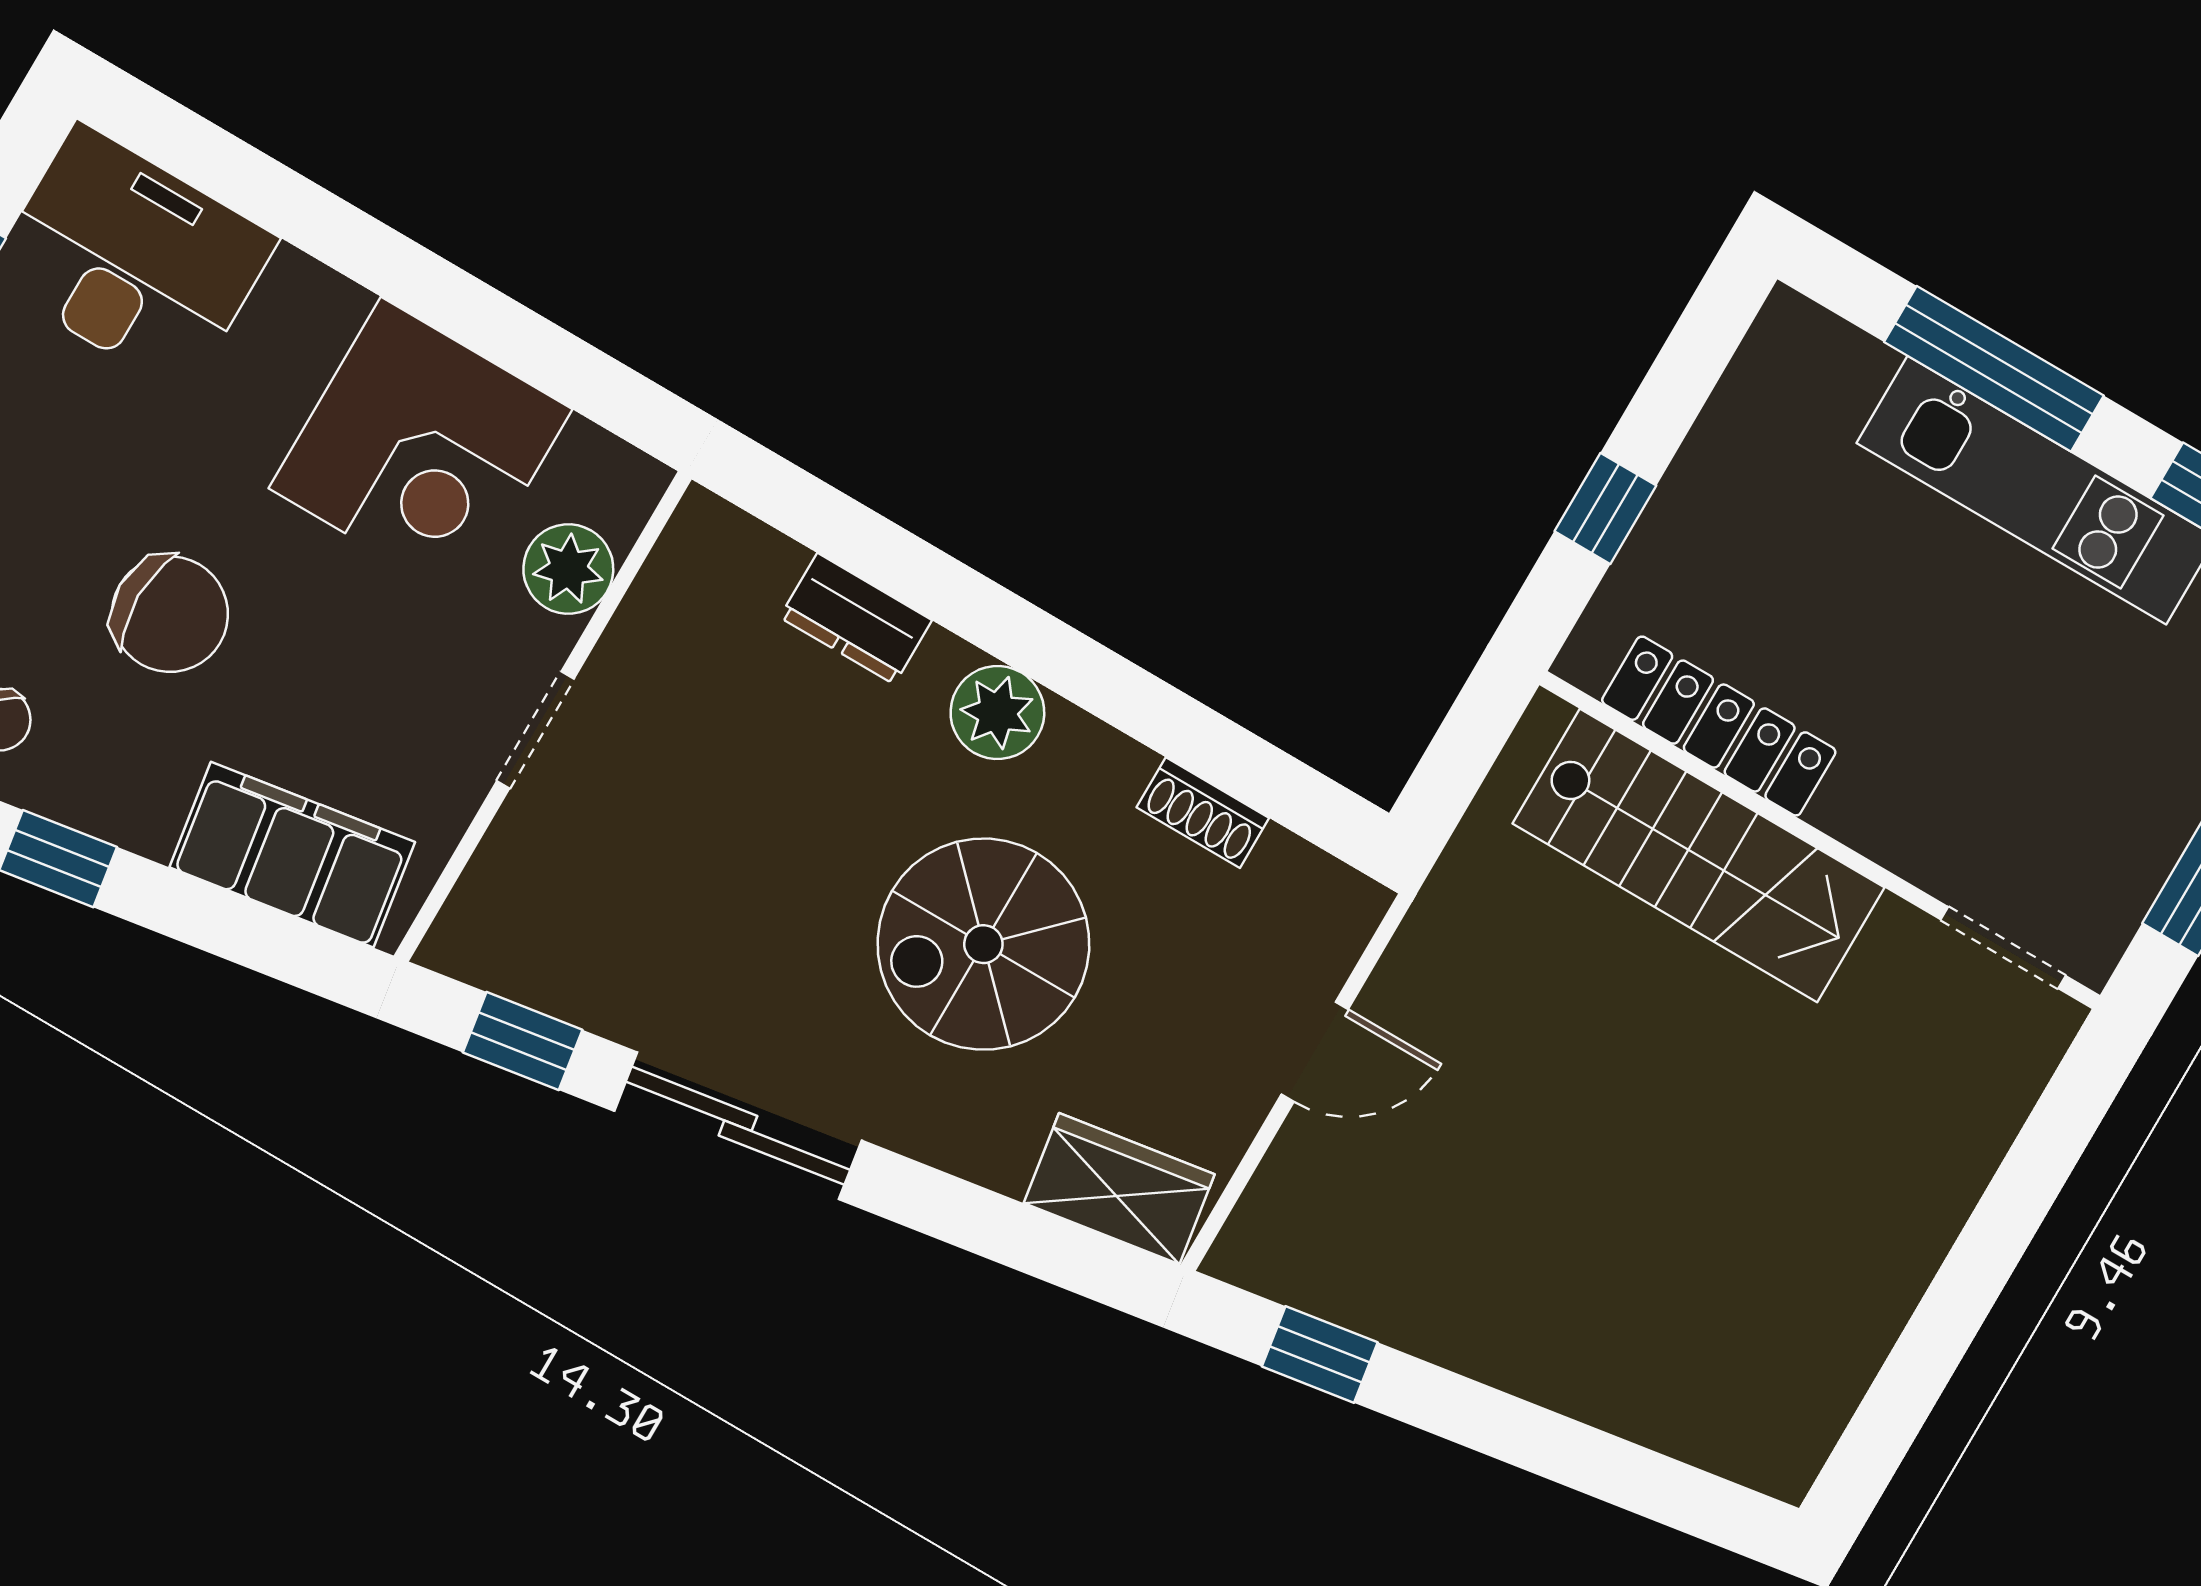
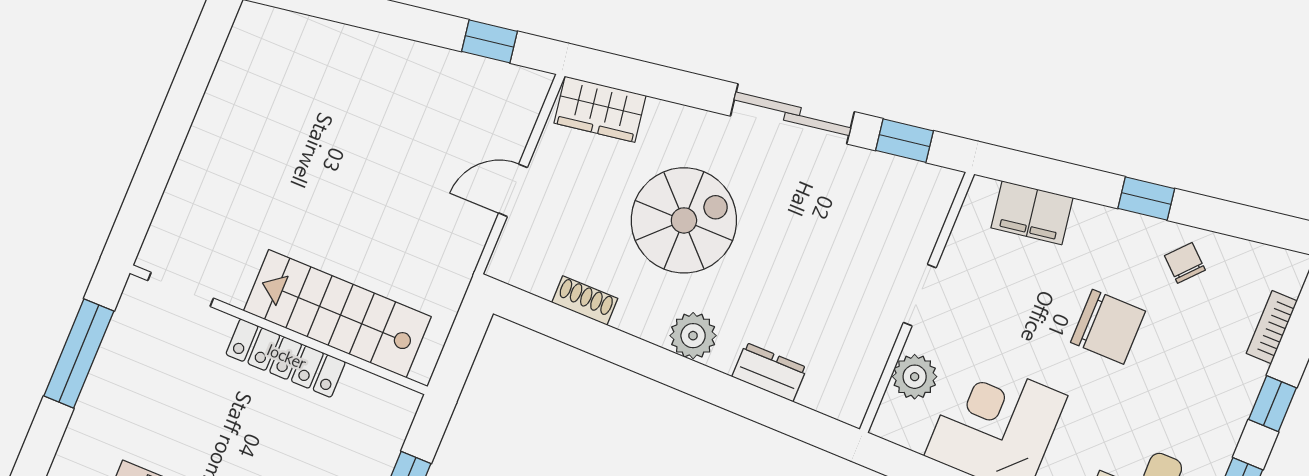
chair: (170, 614) -> (1108, 327), turned 180
locker: (1719, 726) -> (286, 358), moved
filing cabinet: (292, 855) -> (1032, 213), width x0.67, depth x0.86

